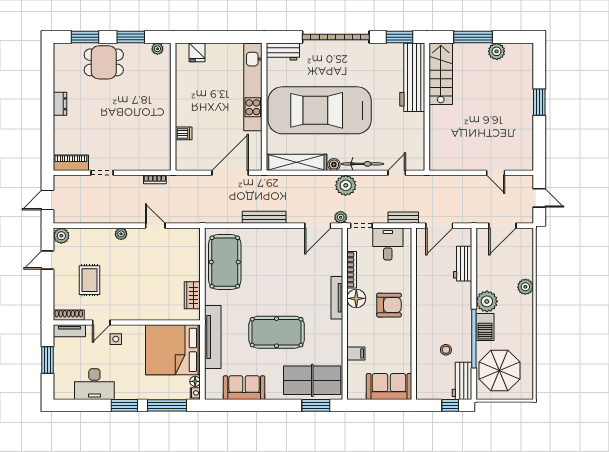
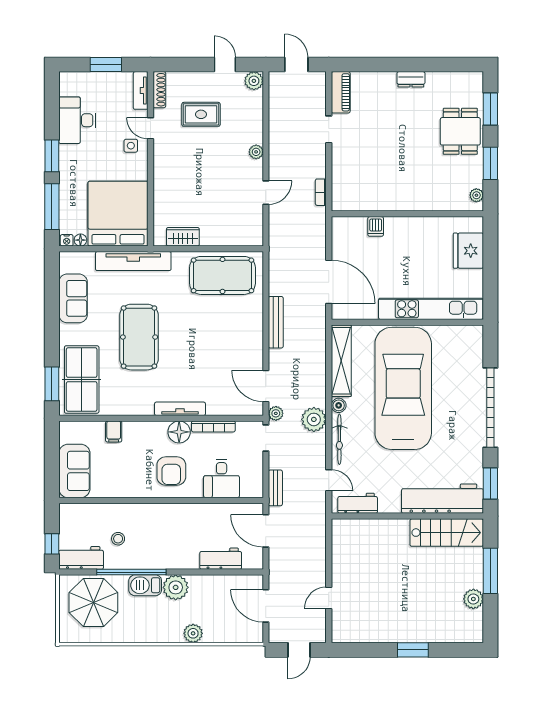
workbench: (283, 51) -> (358, 503), moved, turned 90
fridge: (197, 52) -> (468, 251), width x1.88, depth x1.34
desk: (388, 244) -> (222, 479), moved, turned 90

